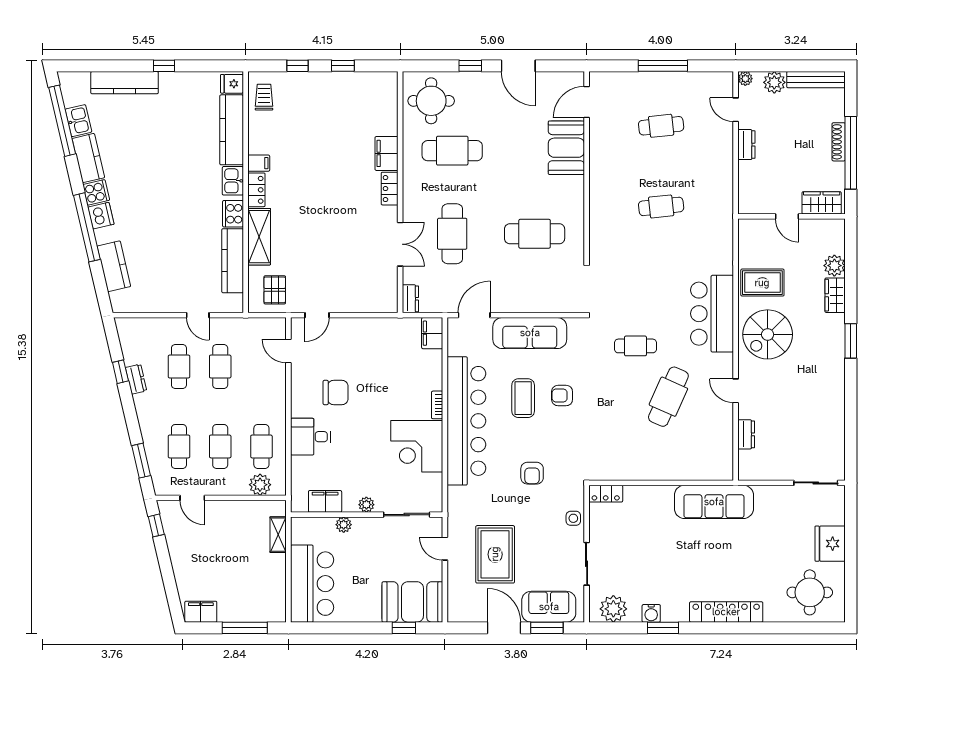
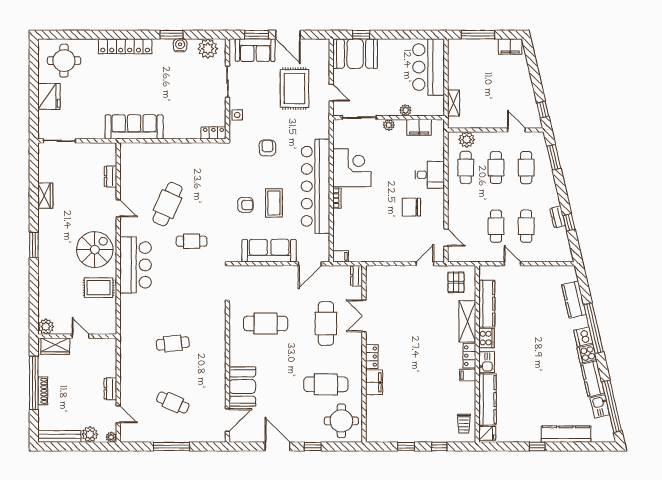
cafe table: (661, 126) -> (173, 403), turned 30
plant: (834, 266) -> (46, 327), moved
wardrobe: (835, 295) -> (45, 196), moved
filing cabinet: (432, 333) -> (341, 256), width x0.50

